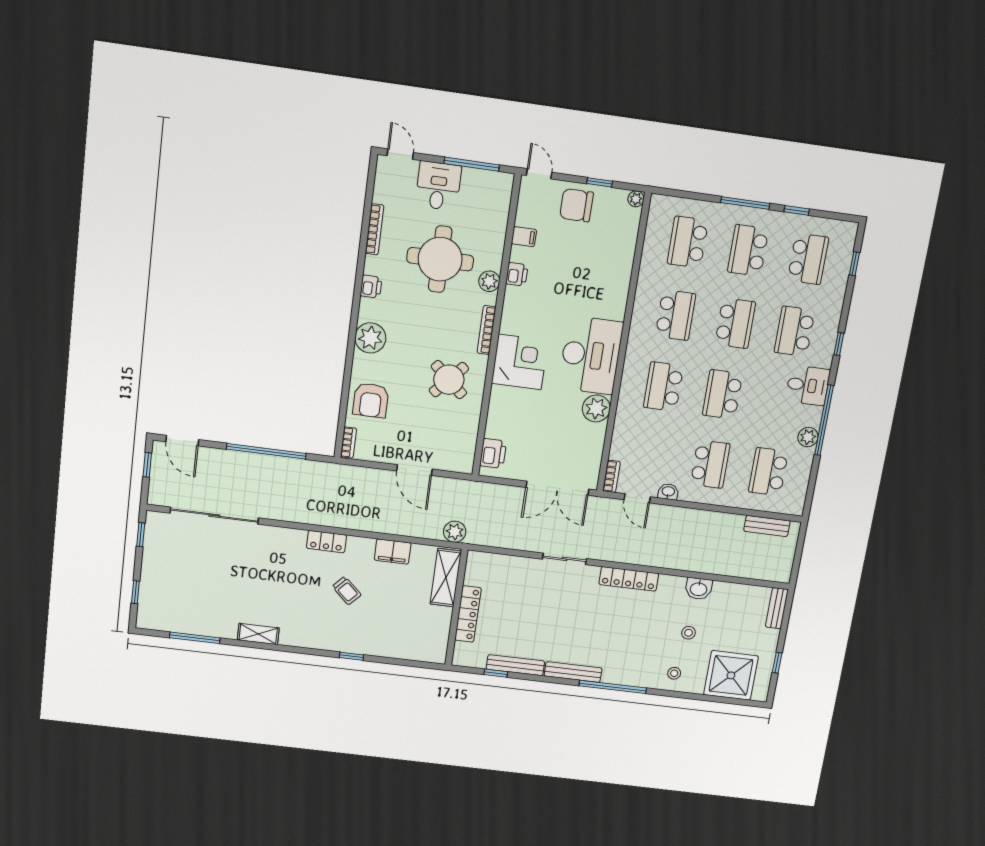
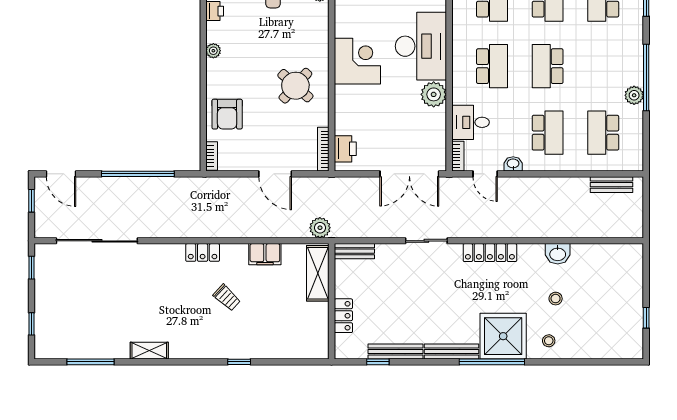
bookcase: (487, 330) -> (323, 149), moved
plant: (370, 338) -> (213, 51), width x0.53, depth x0.53
desk: (808, 385) -> (470, 122), moved, turned 180
school desk: (663, 387) -> (492, 66), turned 180
bench: (777, 608) -> (354, 251), moved, turned 90
locker: (468, 614) -> (343, 316), width x0.66
shower: (731, 675) -> (503, 336), moved

